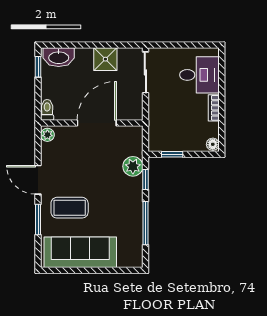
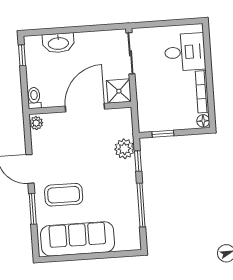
washbasin: (59, 57) -> (58, 43), moved
shower: (105, 59) -> (119, 91), moved
bookcase: (214, 108) -> (202, 92), width x1.56

